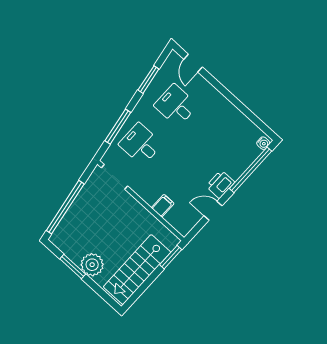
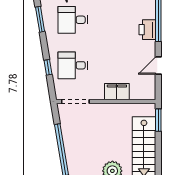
window: (118, 127) -> (48, 67), width x0.46
printer: (220, 184) -> (147, 30), moved
filing cabinet: (163, 206) -> (117, 92), width x2.00

